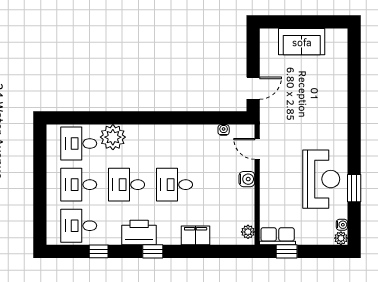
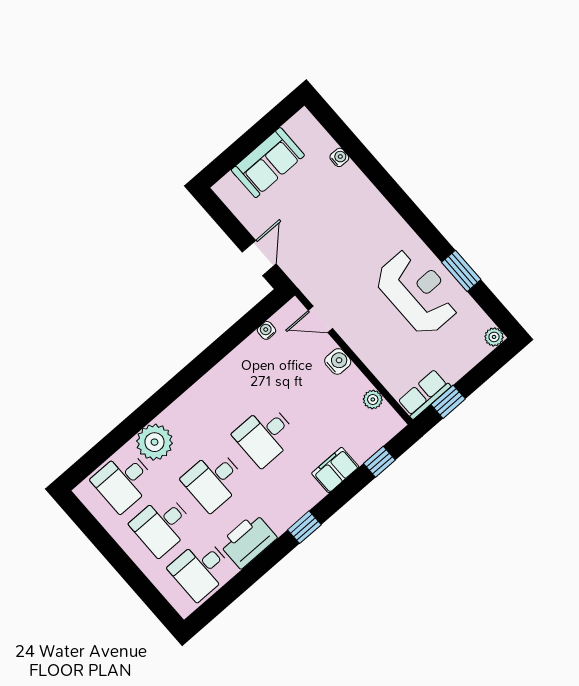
water cooler: (342, 225) -> (339, 157), moved
plant: (248, 232) -> (373, 399), moved
printer: (139, 233) -> (248, 541), moved
window: (99, 251) -> (379, 462), moved

